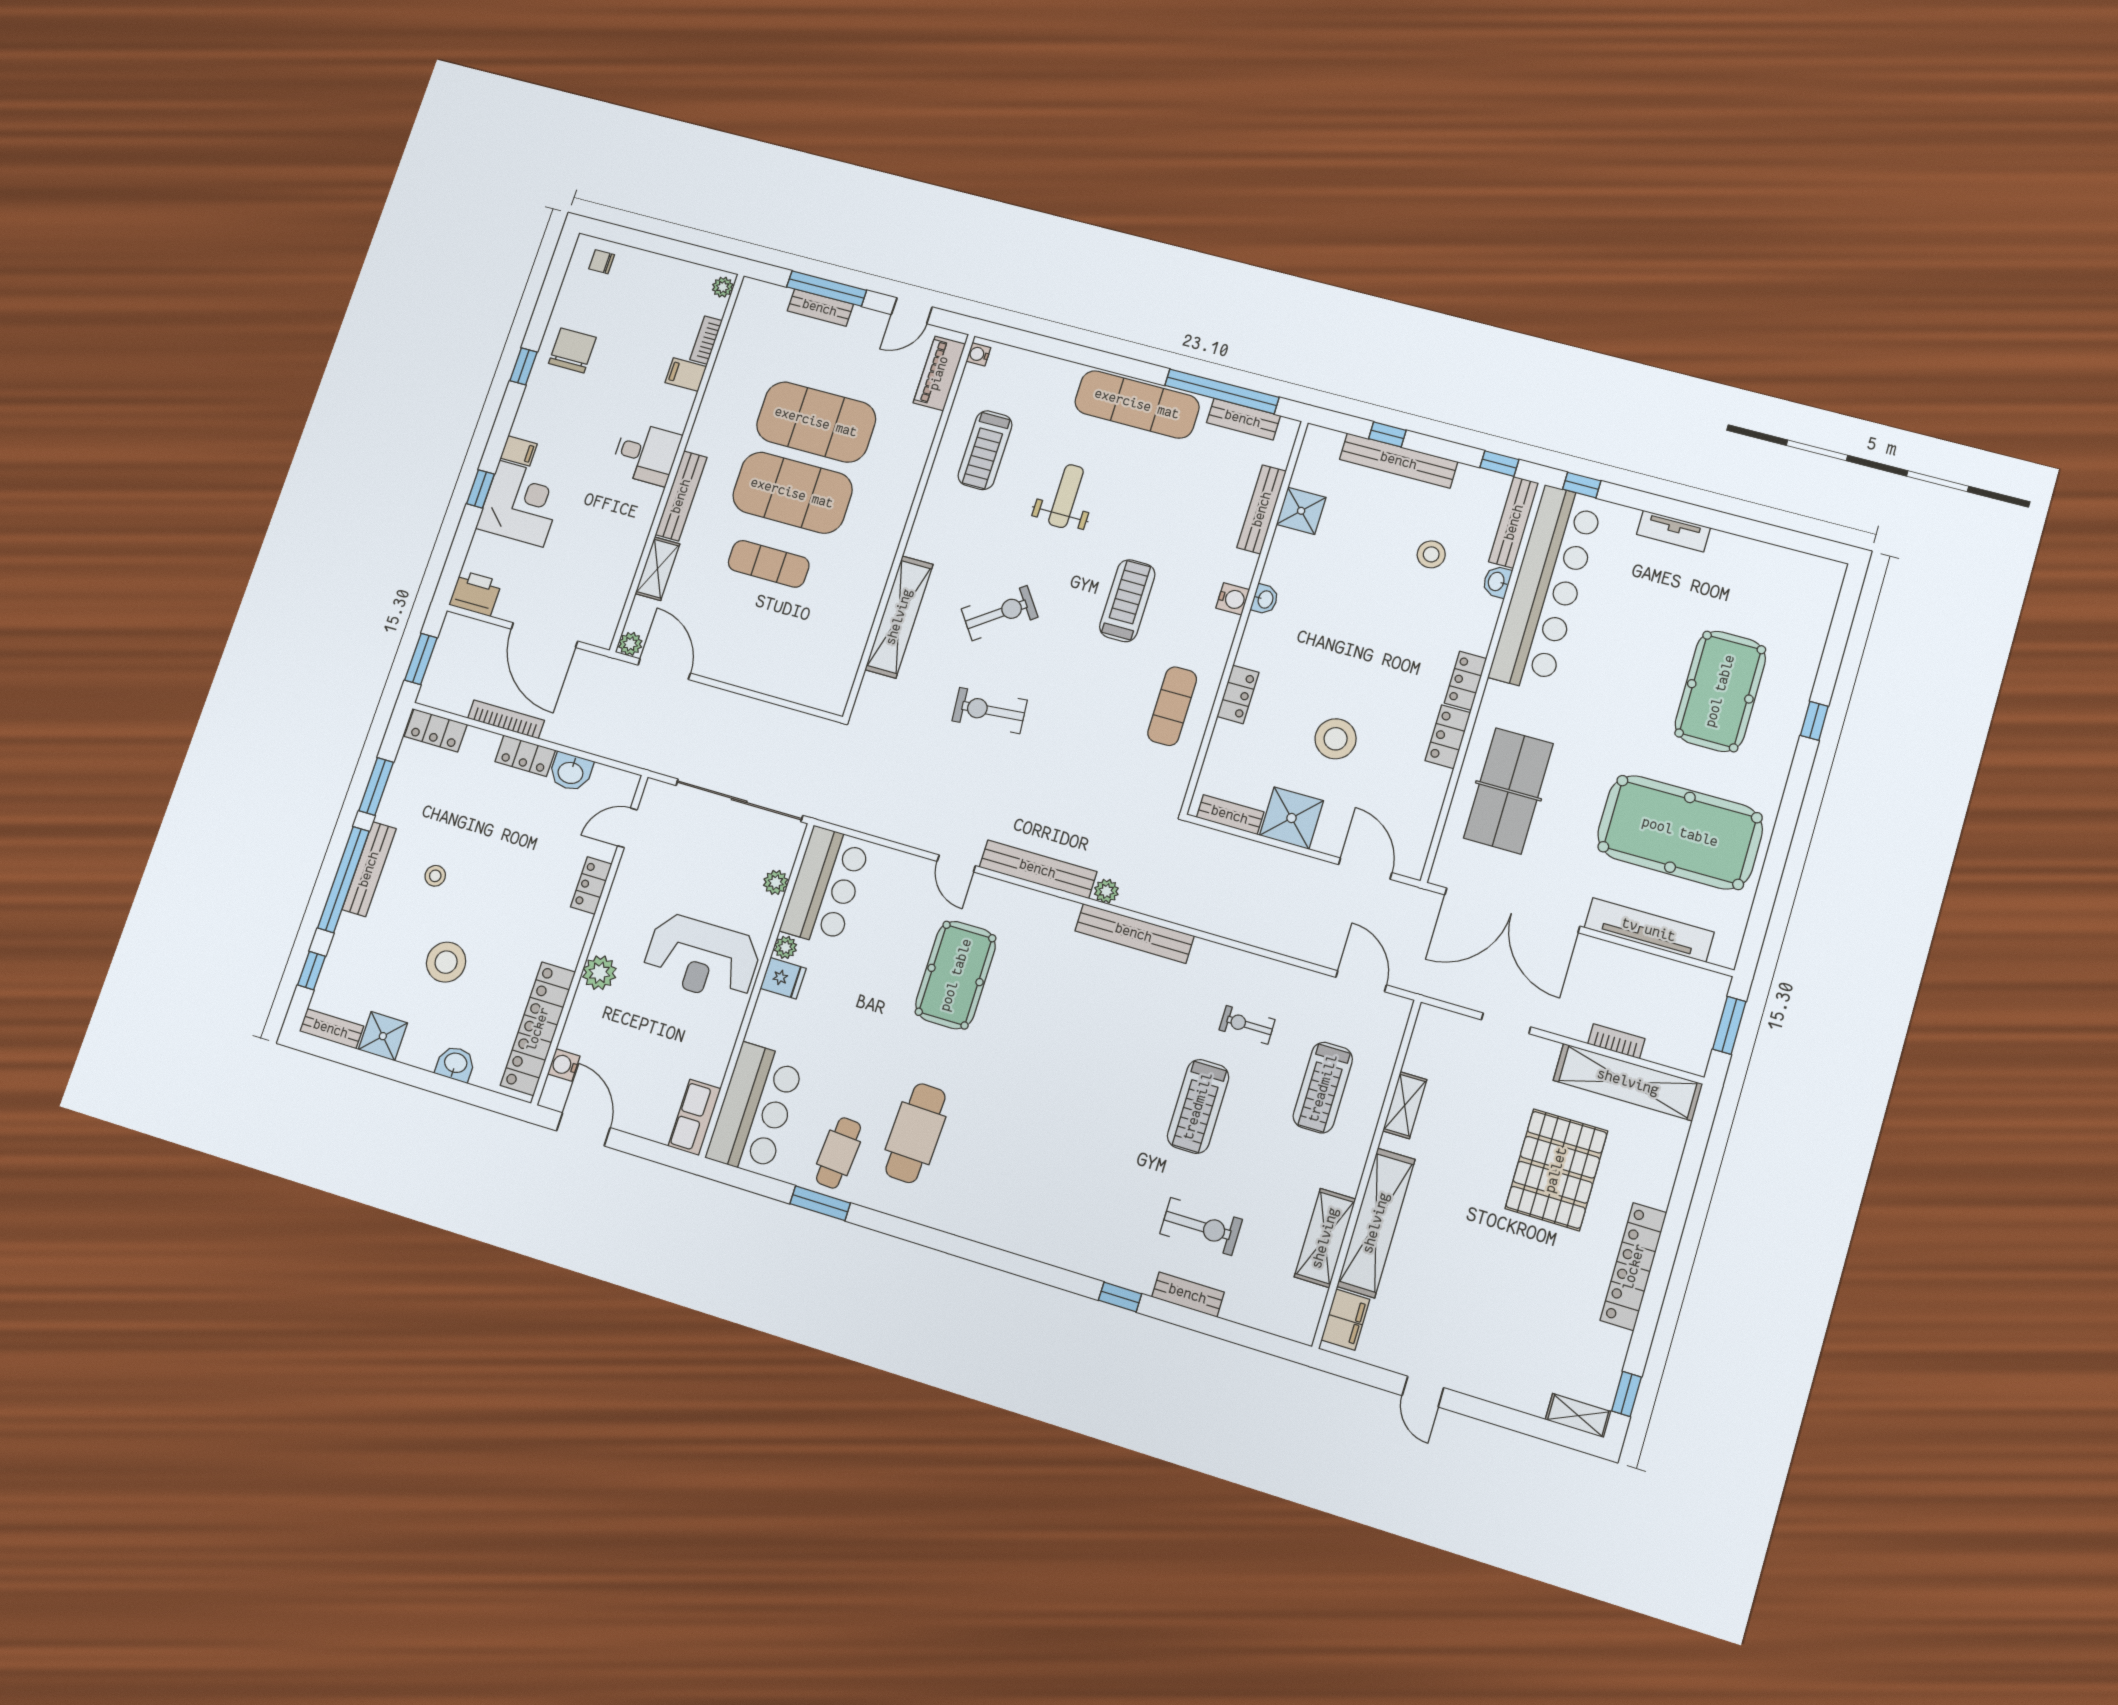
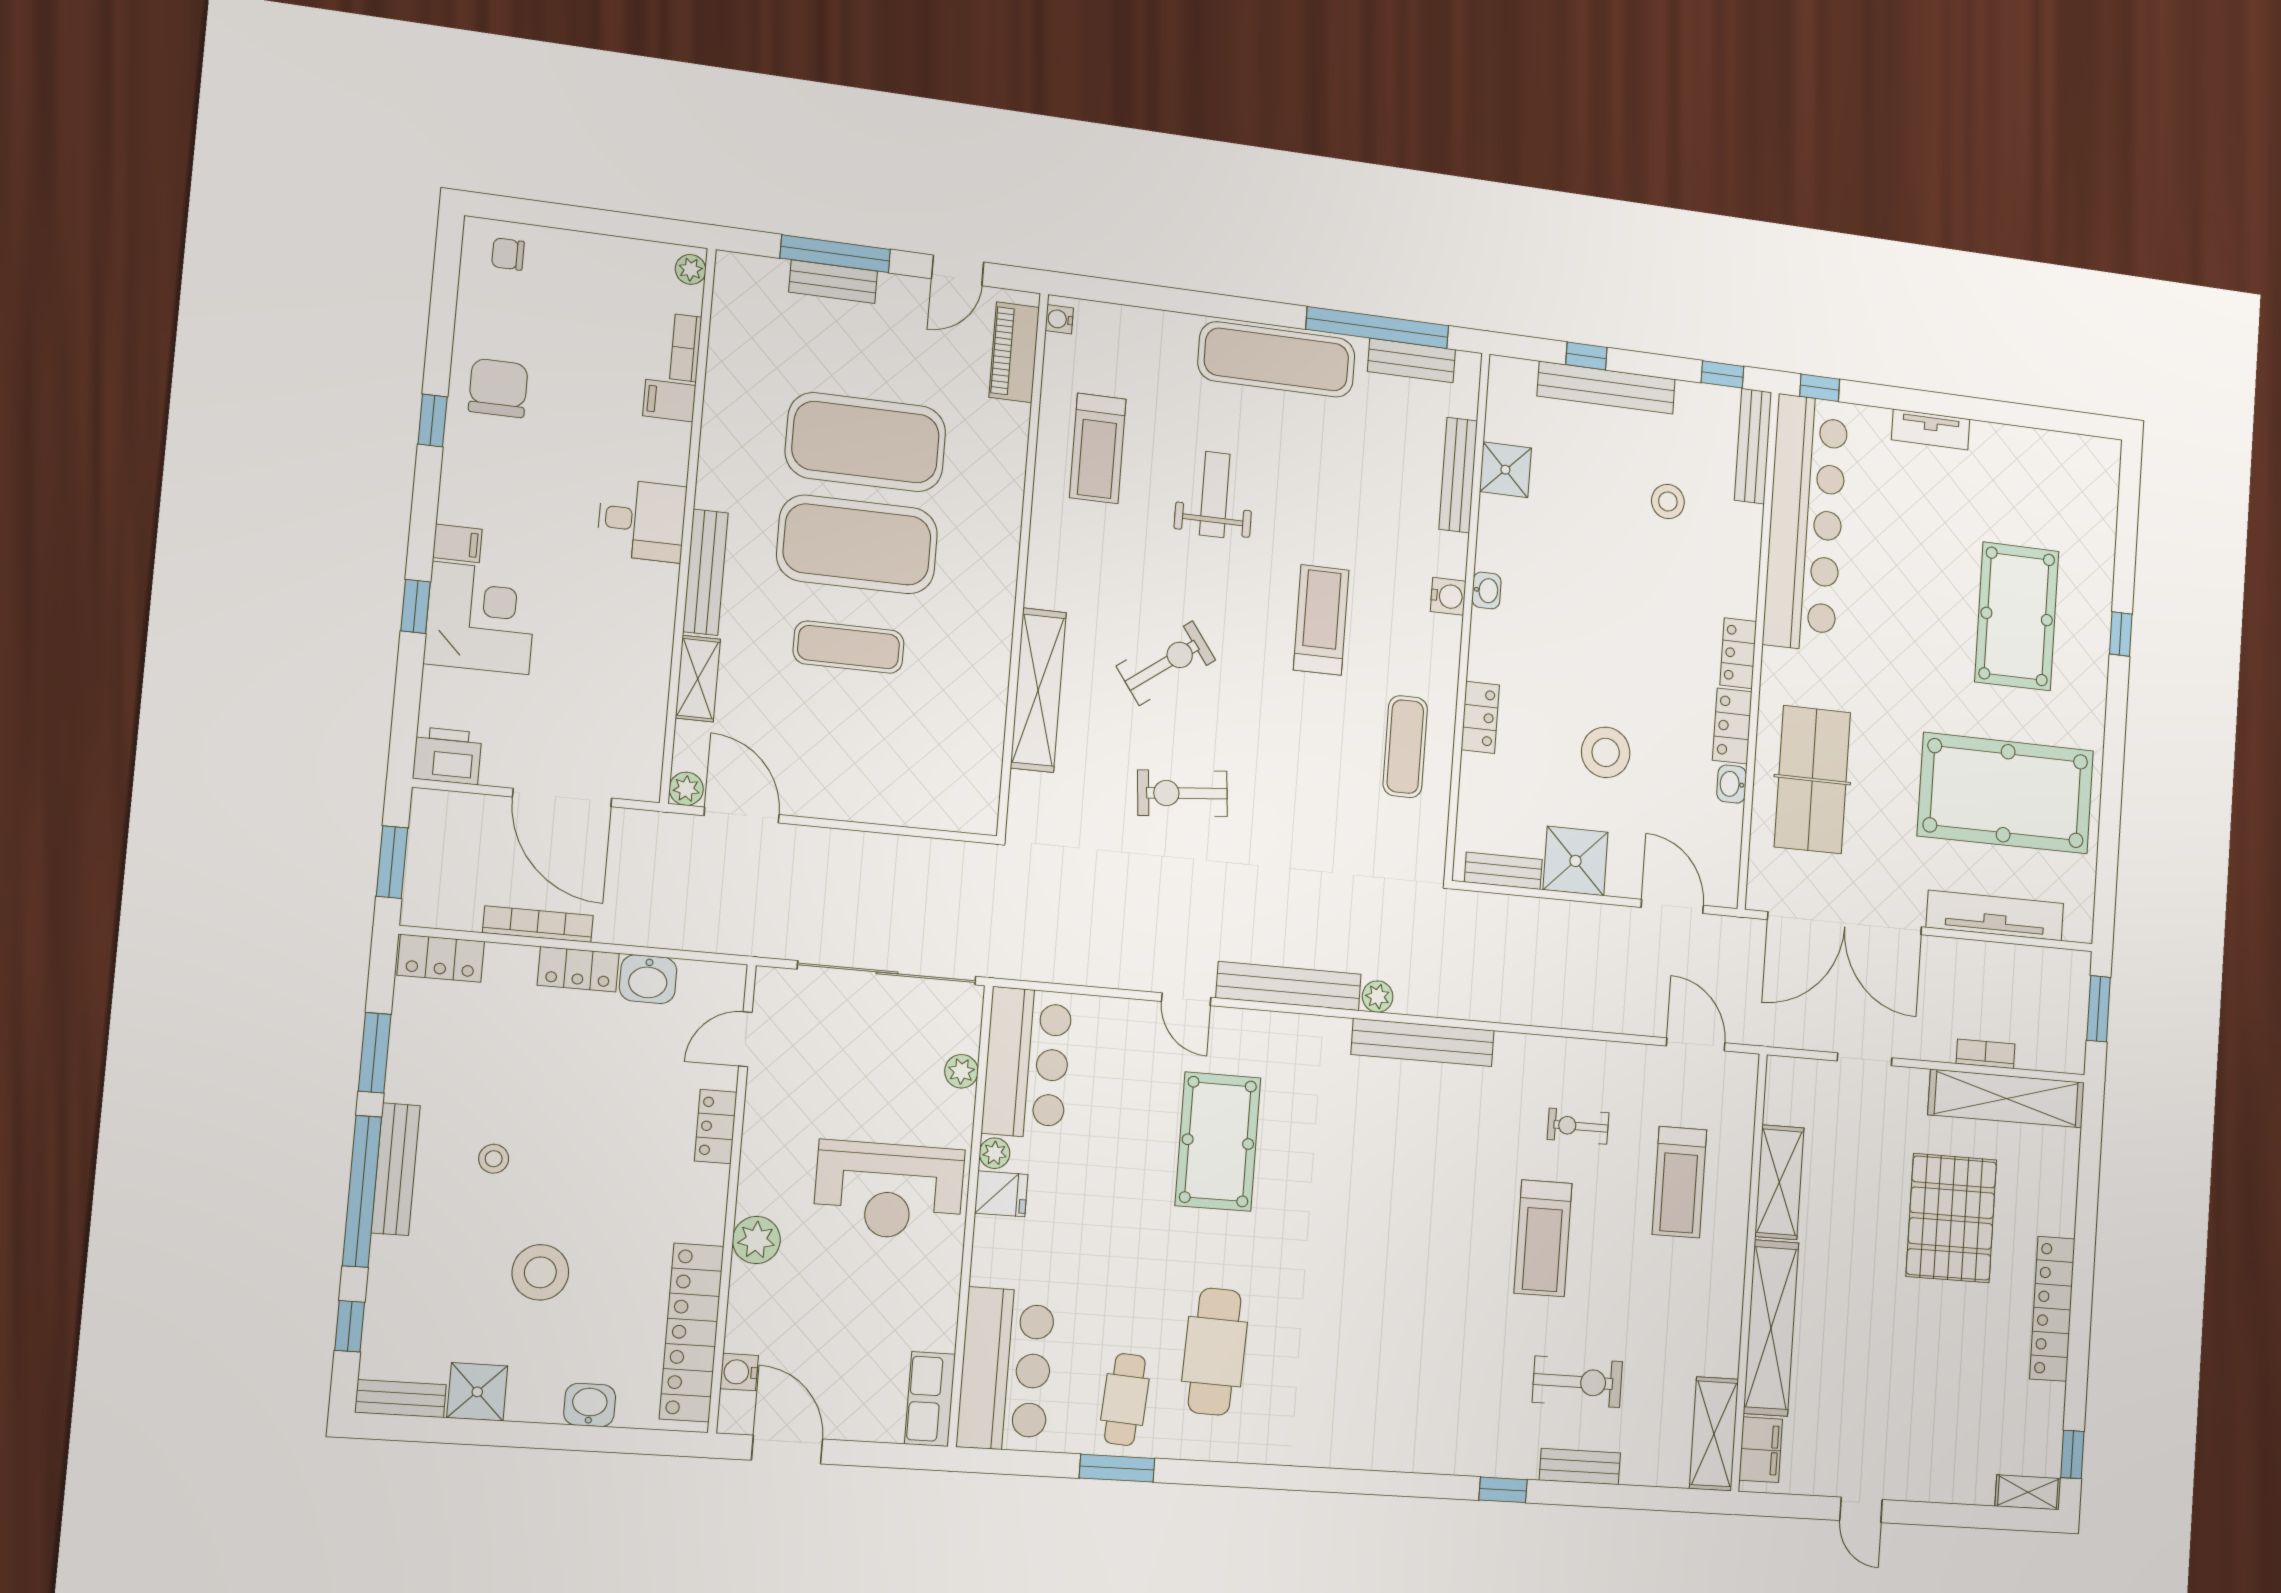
washbasin: (1497, 582) -> (1732, 784), moved
shelving: (1405, 1105) -> (1779, 1182), width x1.50, depth x1.33
shelving: (1325, 1238) -> (1714, 1434), moved

